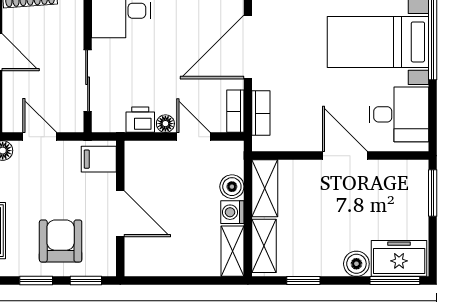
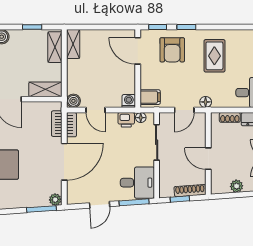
floor lamp: (165, 124) -> (141, 118), moved
door: (40, 137) -> (184, 110), hinge flipped
boiler: (232, 187) -> (73, 101), moved
shelving: (265, 188) -> (45, 89), moved, turned 90
washing machine: (232, 212) -> (129, 101), moved, turned -90
door: (120, 214) -> (138, 51), moved

